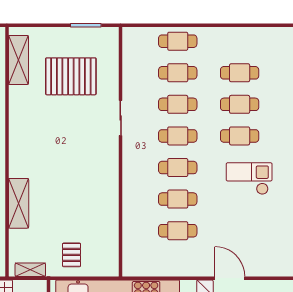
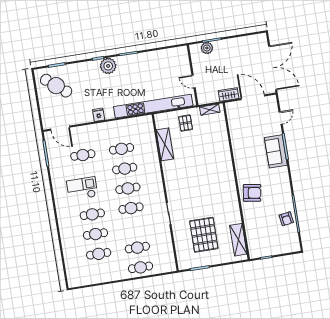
pallet: (71, 76) -> (204, 235), turned 90
cafe table: (178, 104) -> (83, 155), moved
checkout: (249, 179) -> (82, 189), turned 180
shelving: (19, 203) -> (165, 144), moved
door: (230, 278) -> (60, 128), moved

